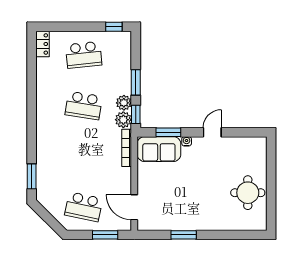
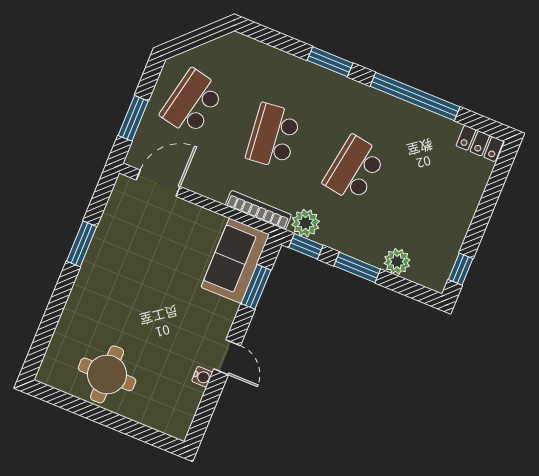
school desk: (84, 55) -> (273, 136), moved
window: (32, 89) -> (415, 97), added
plant: (124, 103) -> (397, 262), moved
water cooler: (187, 141) -> (202, 377), moved
window: (32, 176) -> (330, 62), moved

